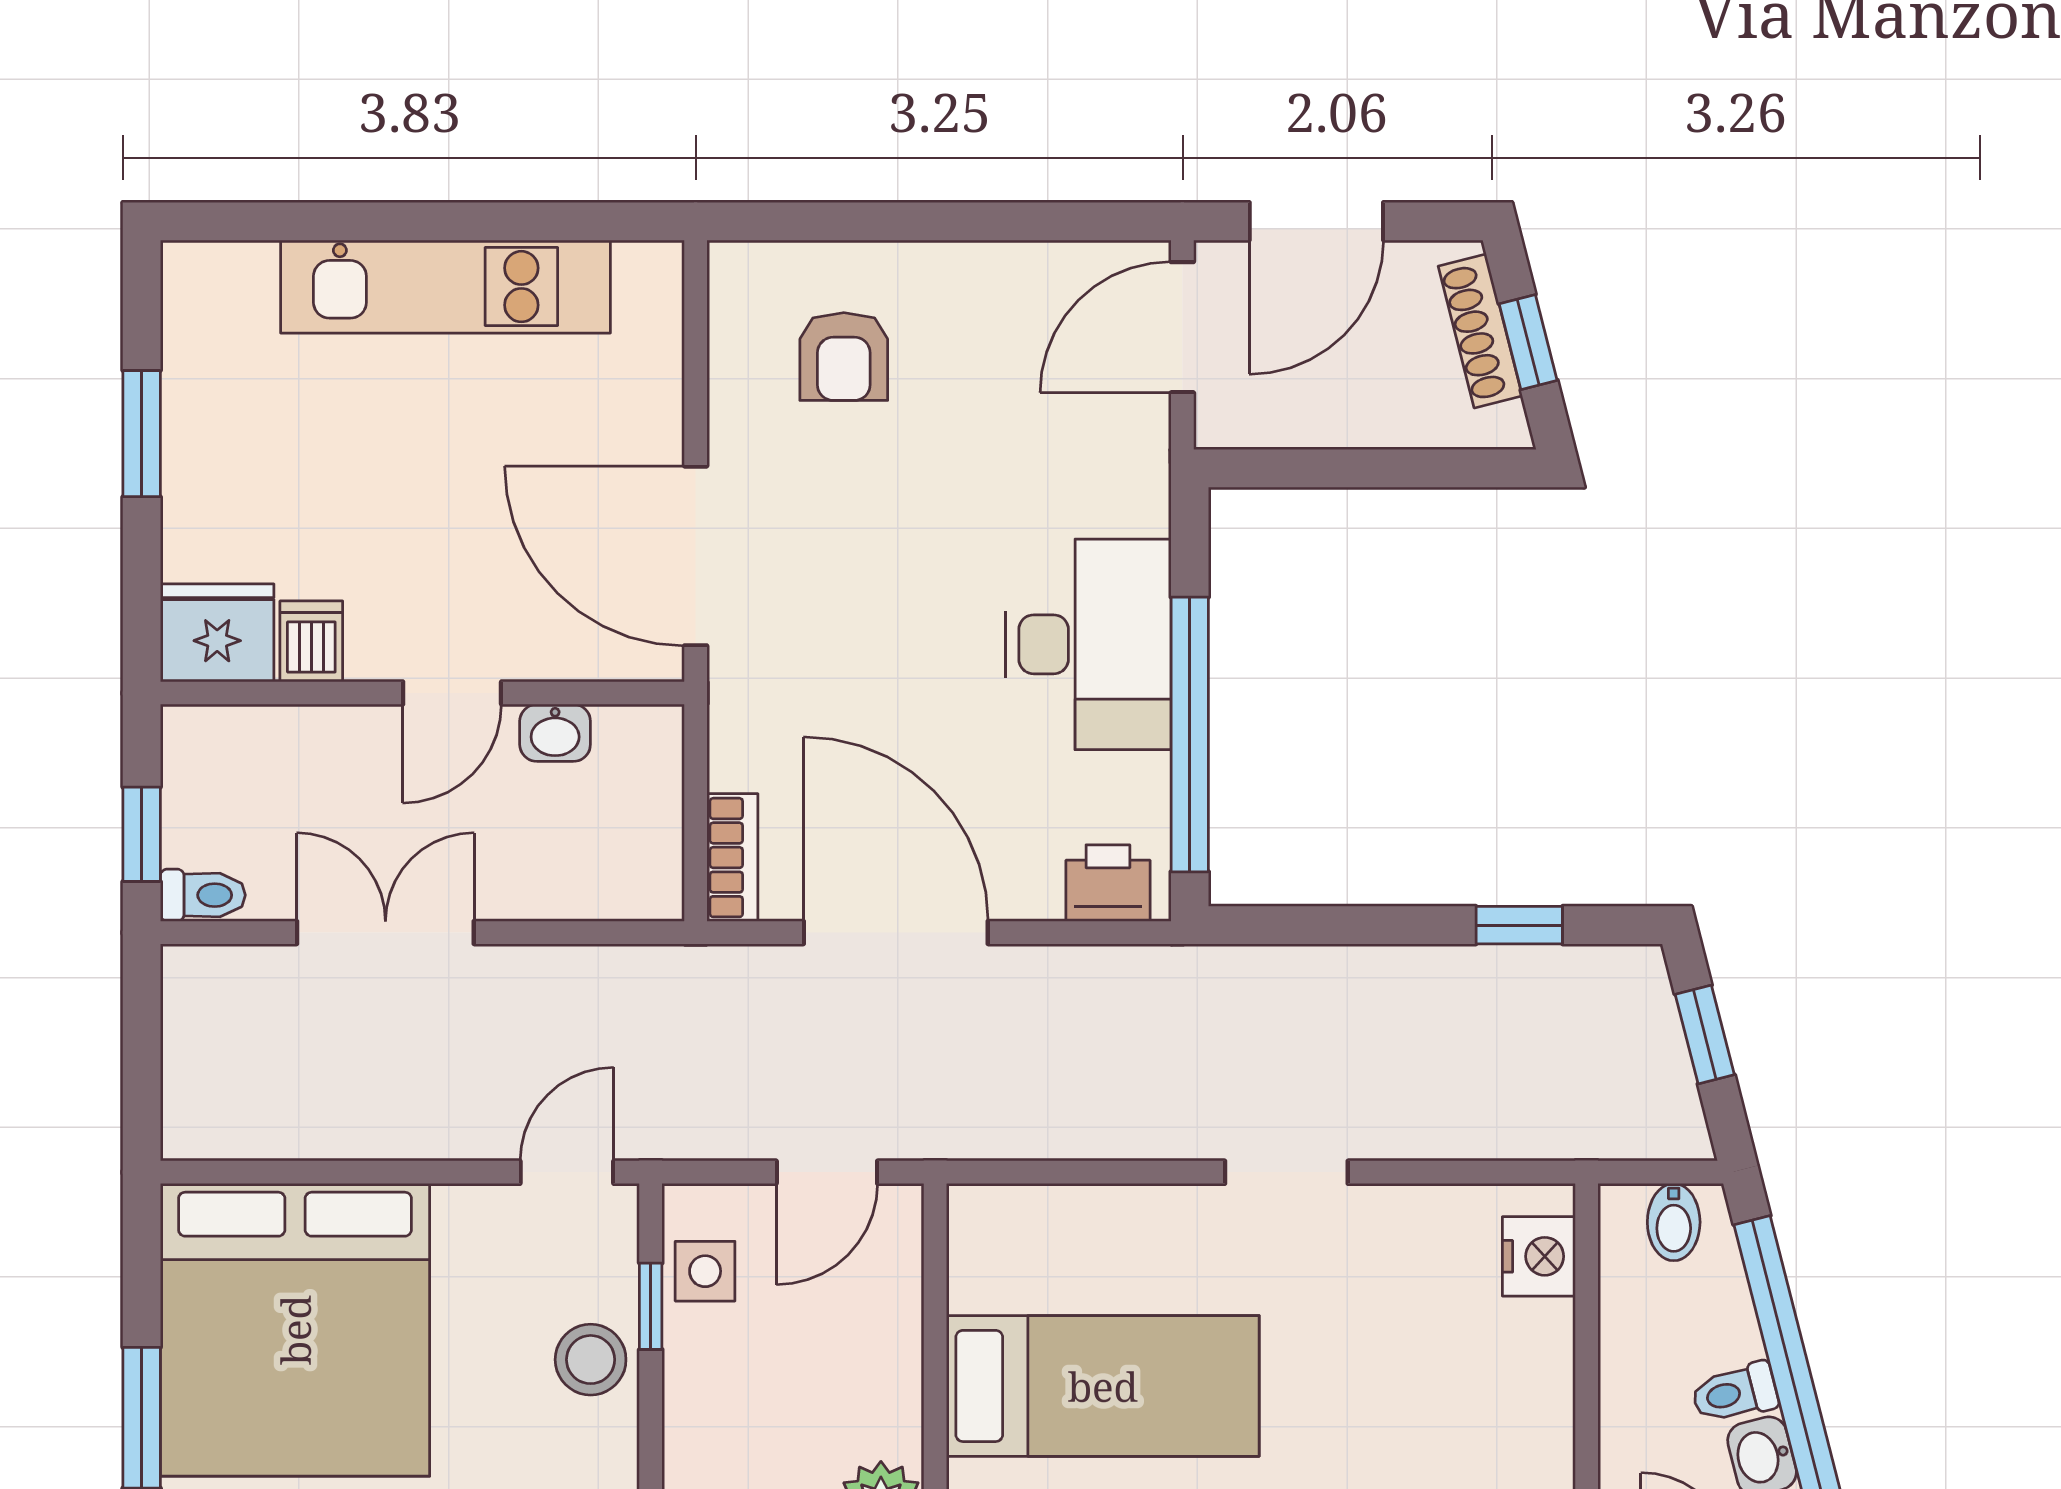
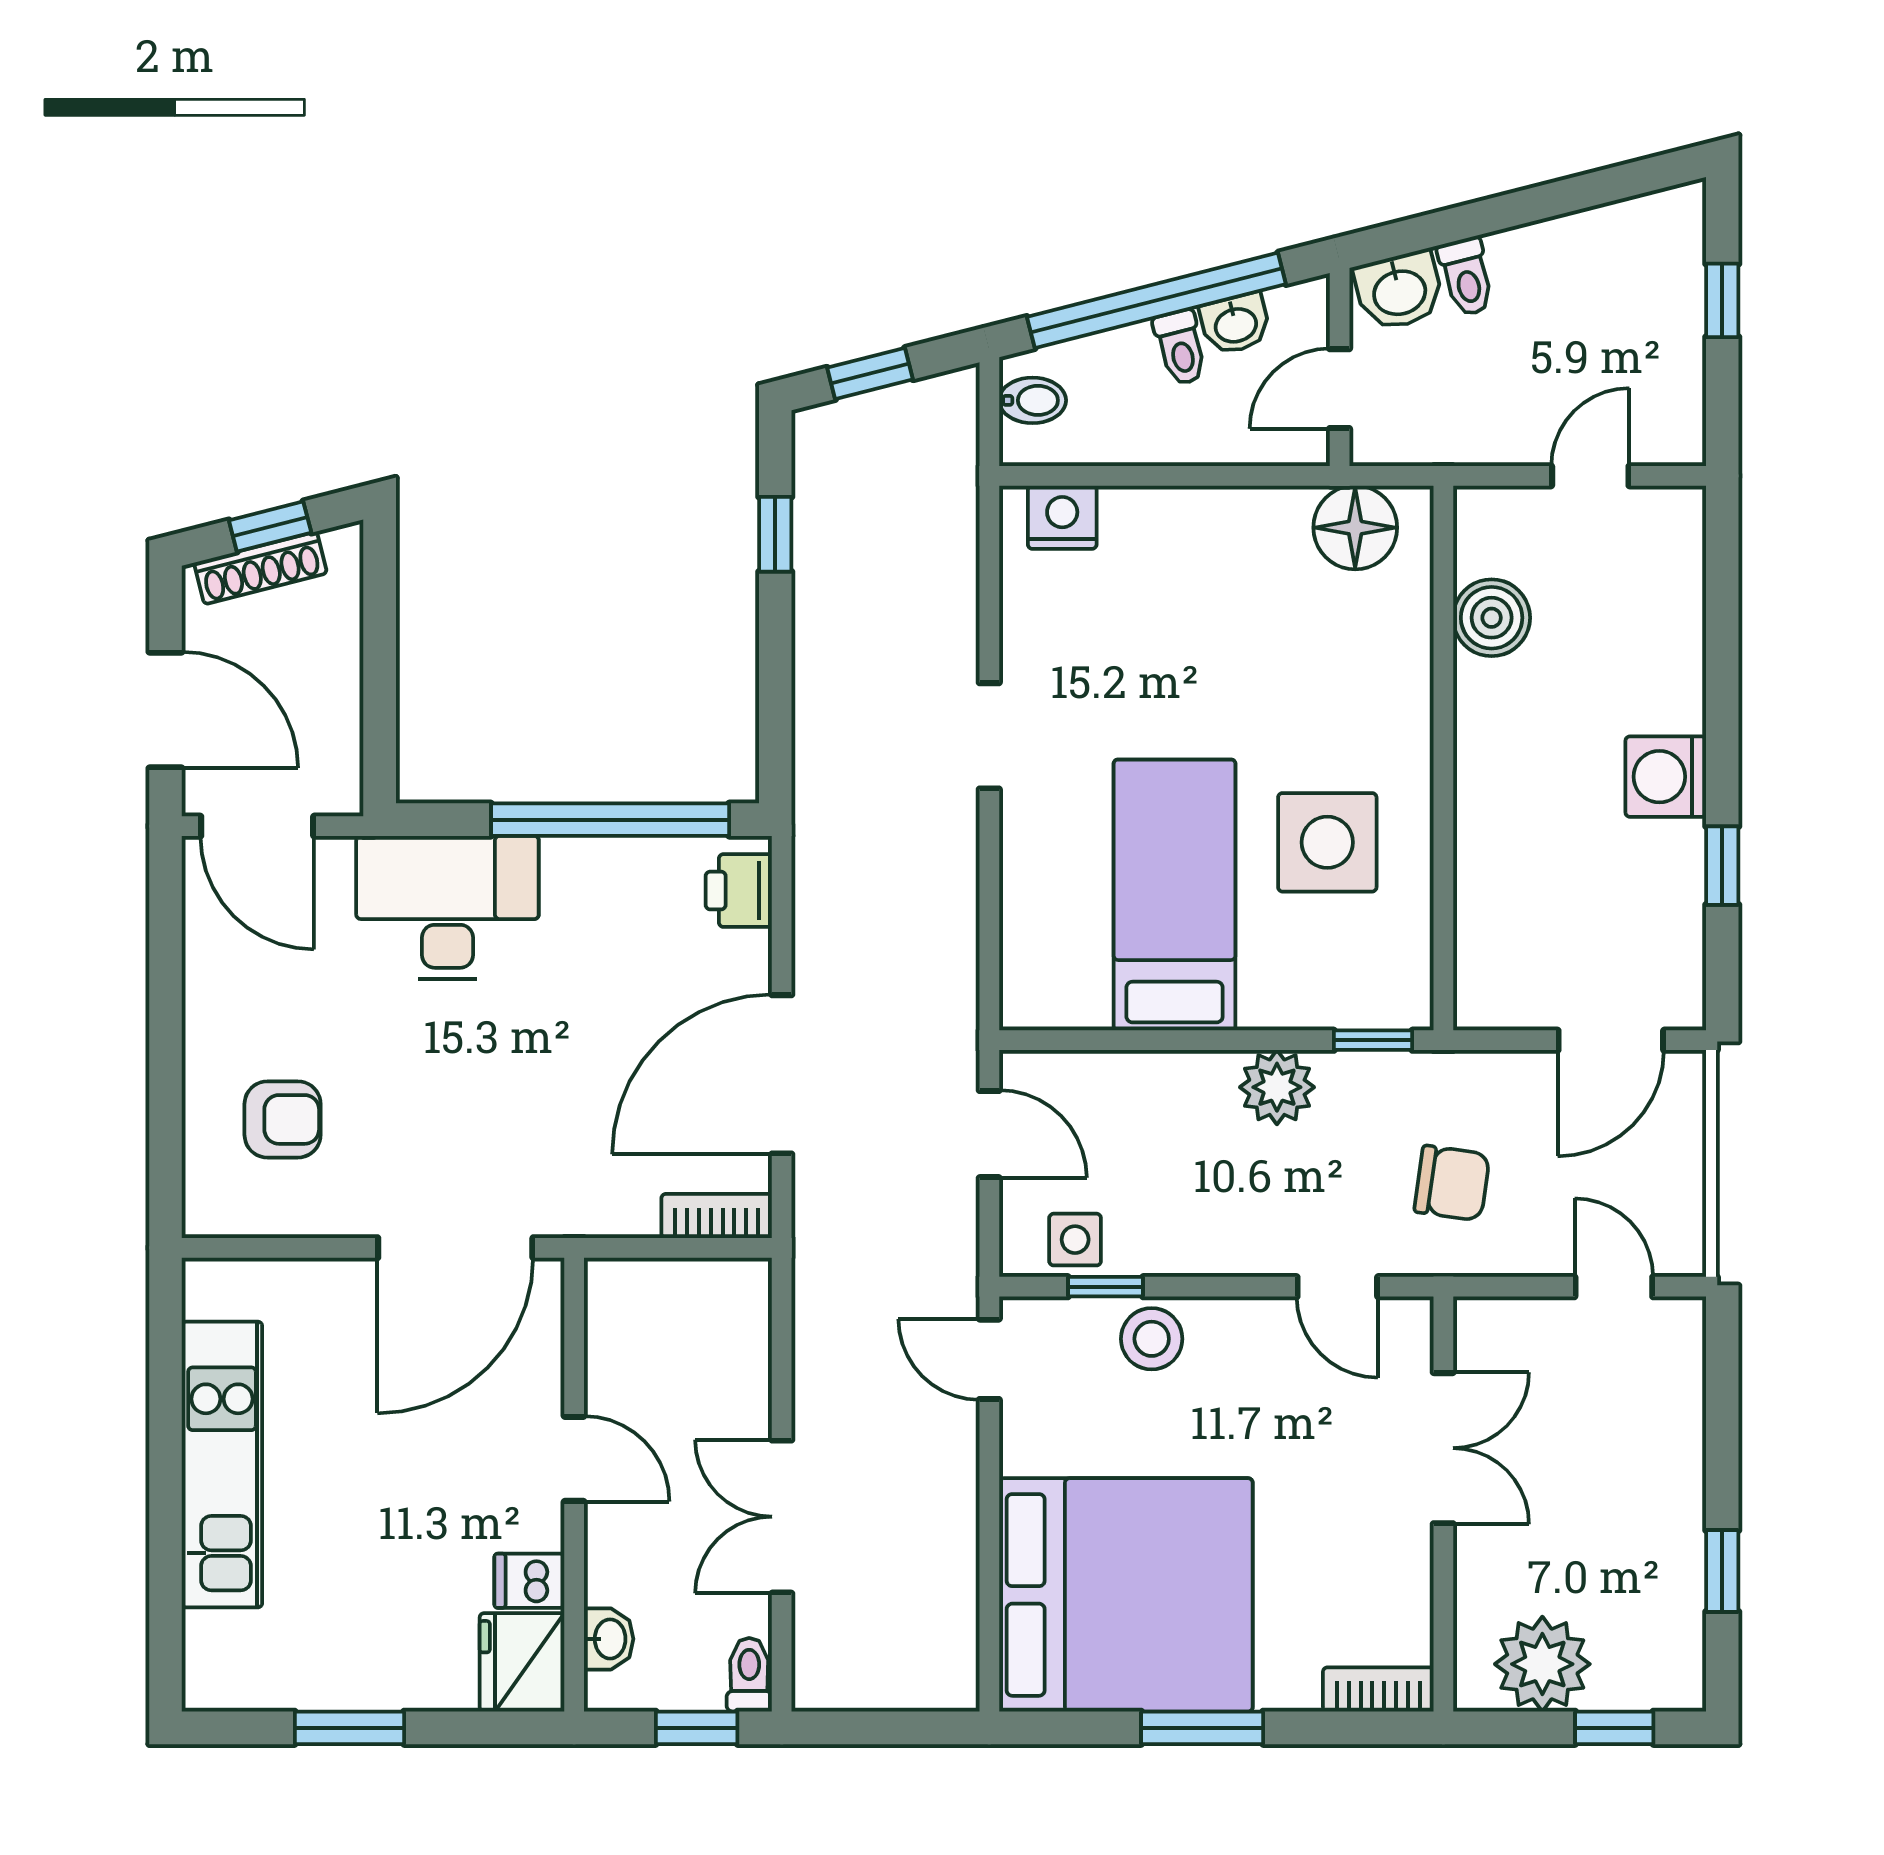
desk: (1088, 644) -> (447, 908), moved
washbasin: (555, 733) -> (609, 1639), moved

